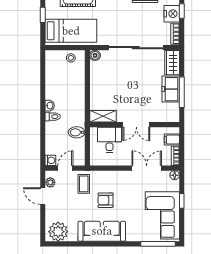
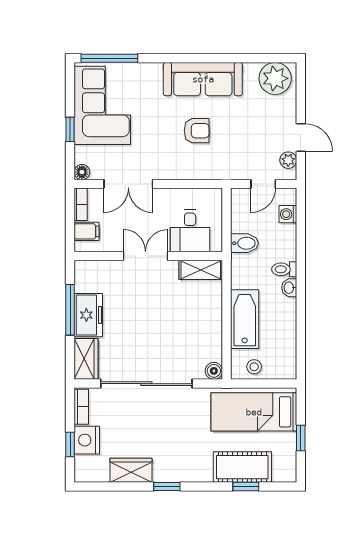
bathtub: (77, 87) -> (245, 319), added
washing machine: (50, 160) -> (288, 214), moved
coffee table: (84, 184) -> (233, 158), removed

